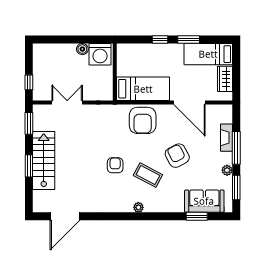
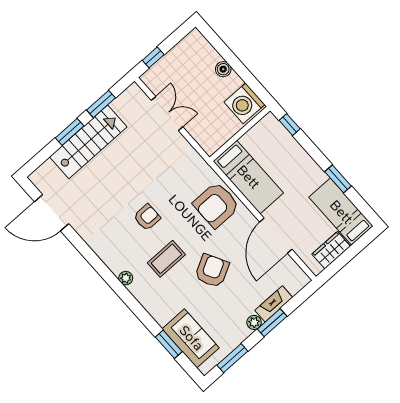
window: (160, 40) -> (290, 125), moved
boiler: (82, 49) -> (223, 69), moved
window: (29, 123) -> (101, 104), moved
window: (236, 148) -> (272, 323), width x0.69
plant: (227, 170) -> (254, 322), moved
coffee table: (148, 175) -> (166, 259), turned 62

